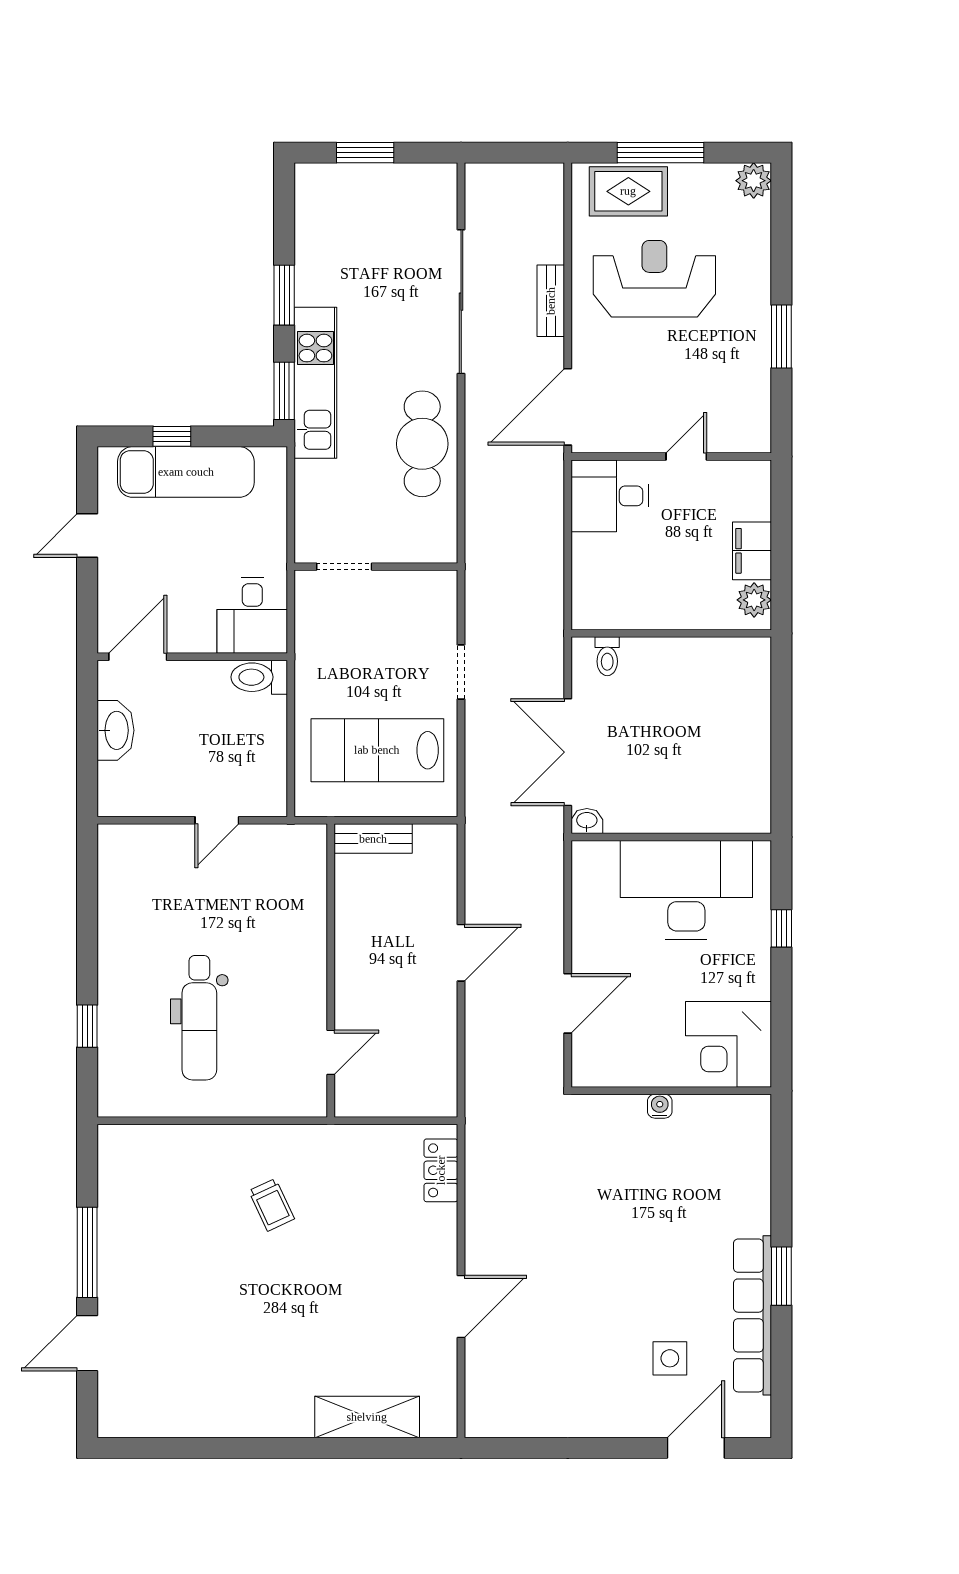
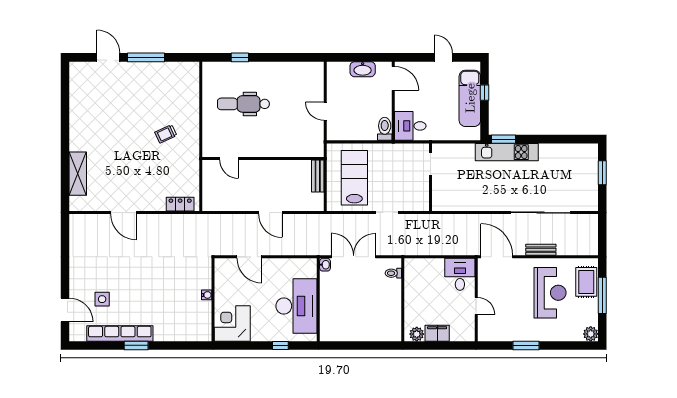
window: (284, 295) -> (543, 139), removed
cafe table: (422, 444) -> (481, 196), removed

